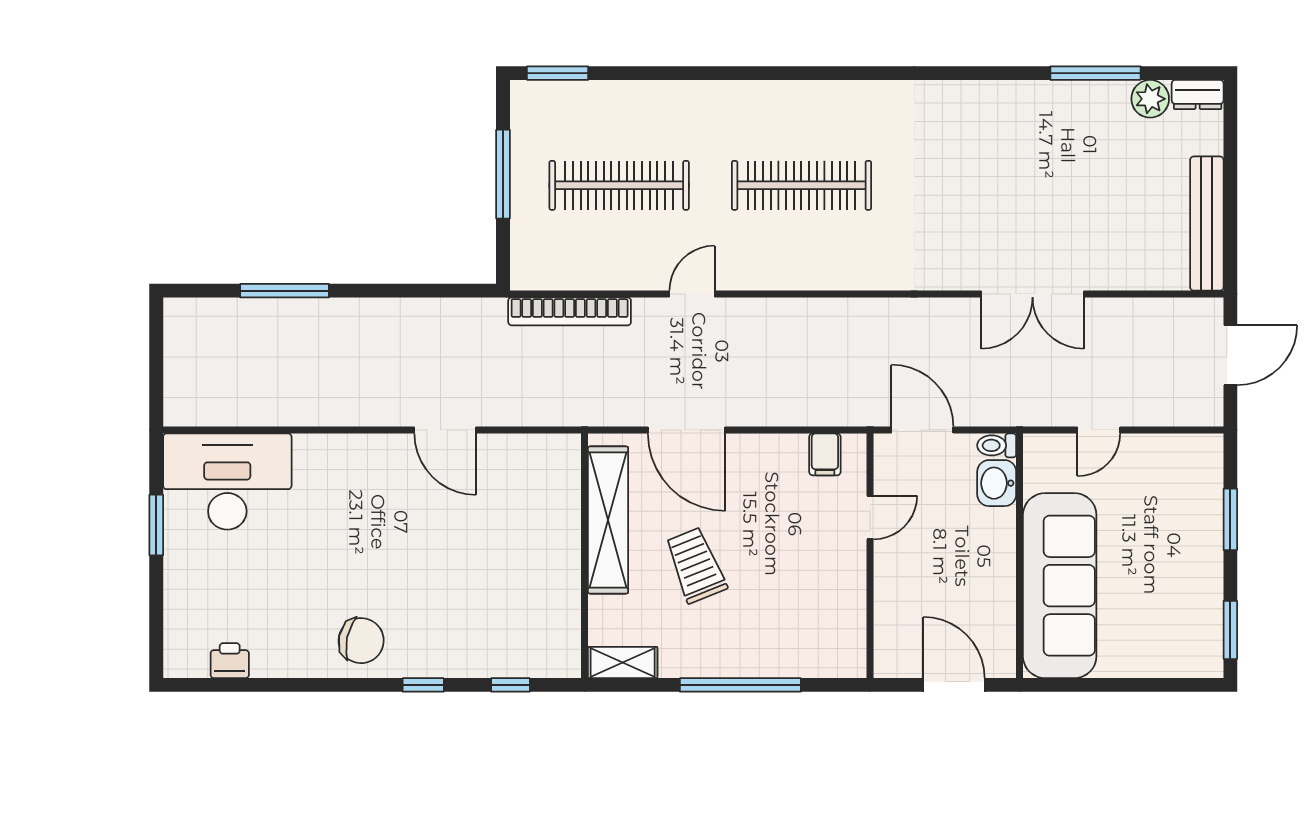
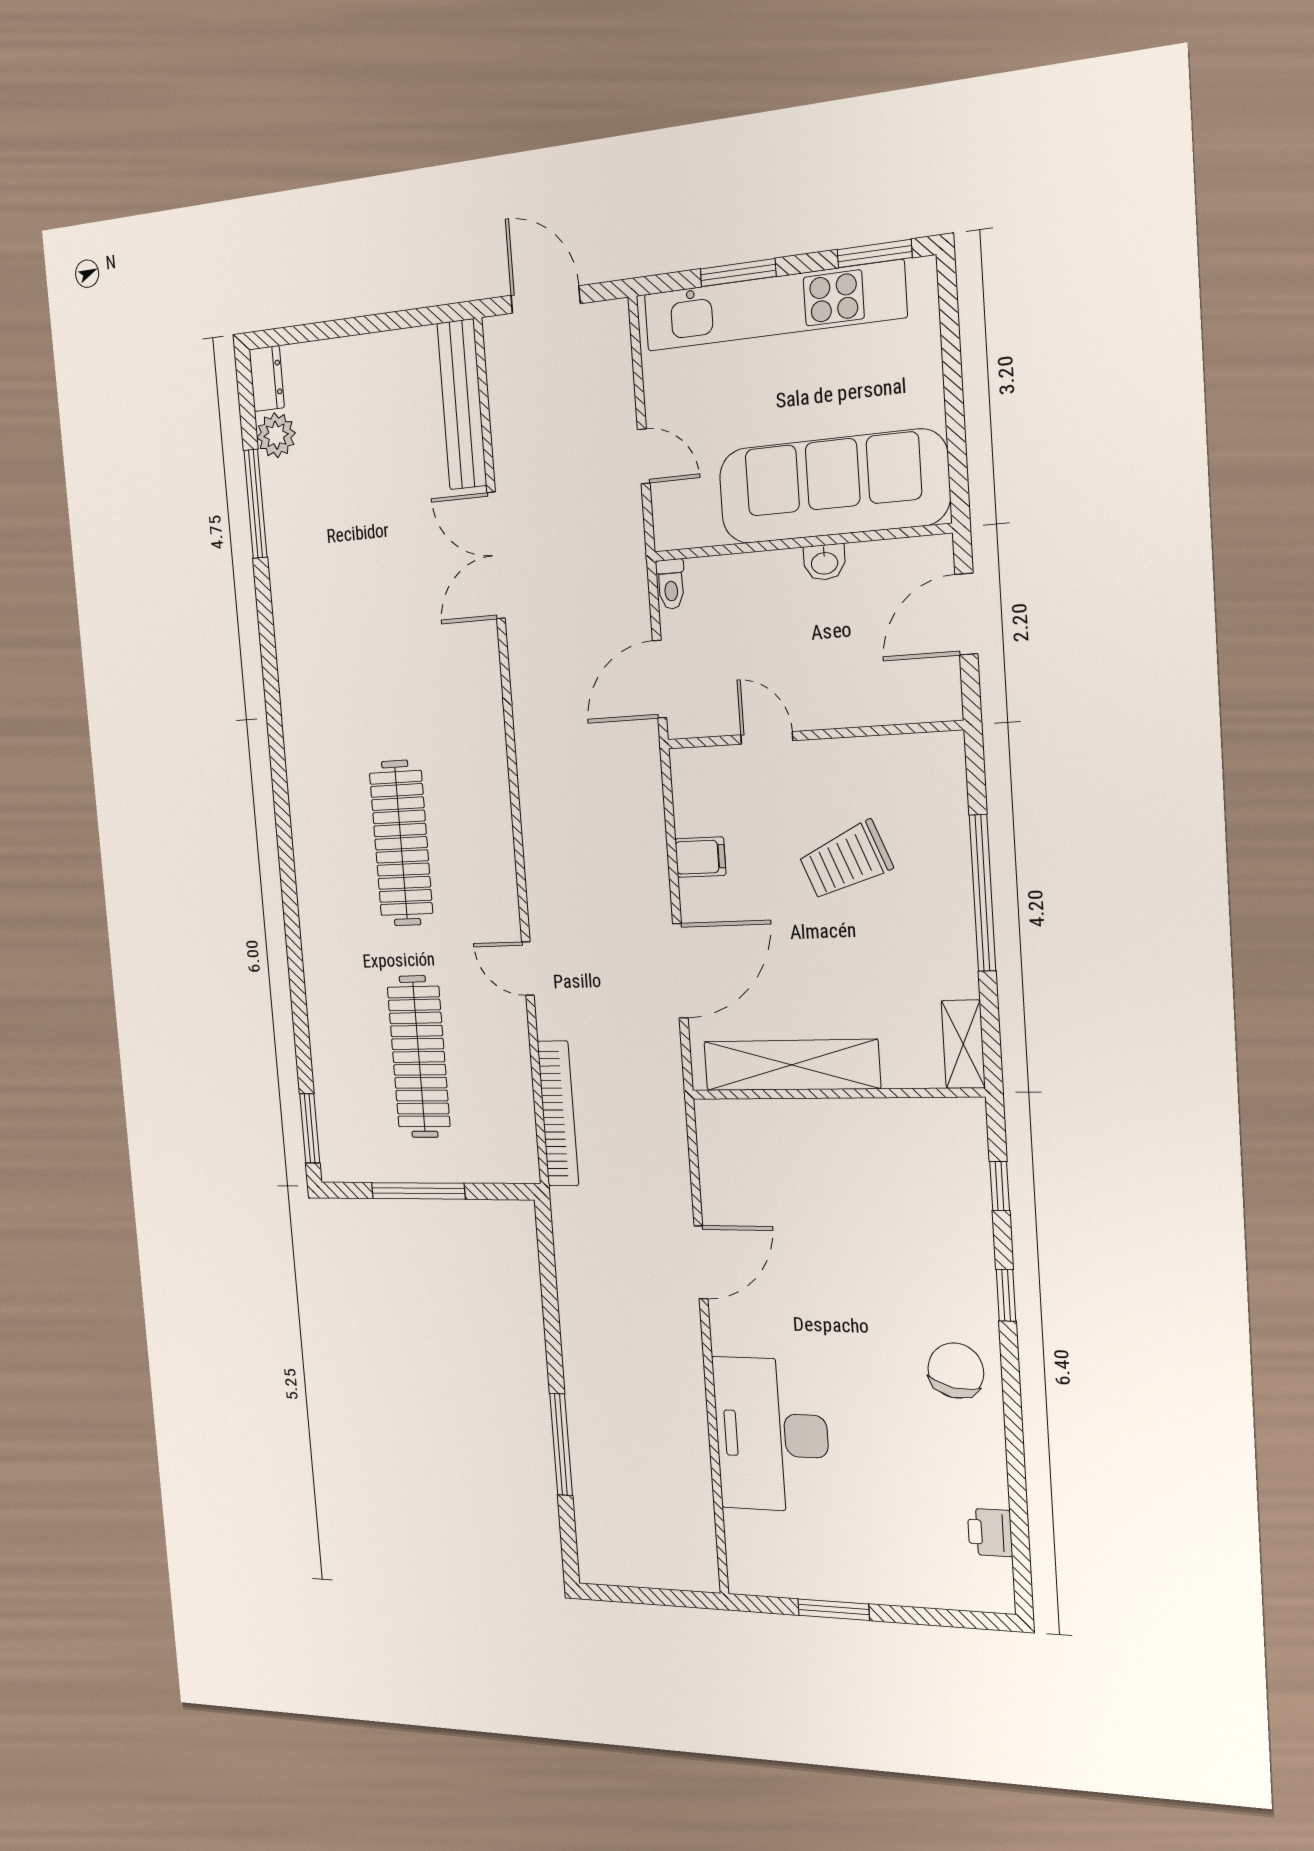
bench: (1207, 224) -> (462, 405), moved, turned 90
double door: (1033, 294) -> (496, 556), swing flipped
filing cabinet: (825, 454) -> (700, 857), moved
desk: (227, 481) -> (772, 1435), moved
washbasin: (997, 483) -> (824, 562), moved, width x0.72, depth x0.69
kitchen unit: (1202, 547) -> (774, 306), added
trolley: (696, 565) -> (846, 861), moved

